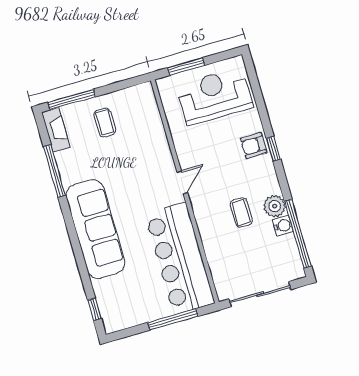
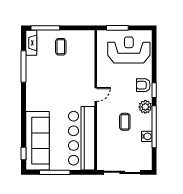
plant: (275, 206) -> (145, 107), moved
sofa: (95, 229) -> (37, 141), moved
window: (298, 234) -> (154, 127), moved
window: (173, 319) -> (55, 172), moved

